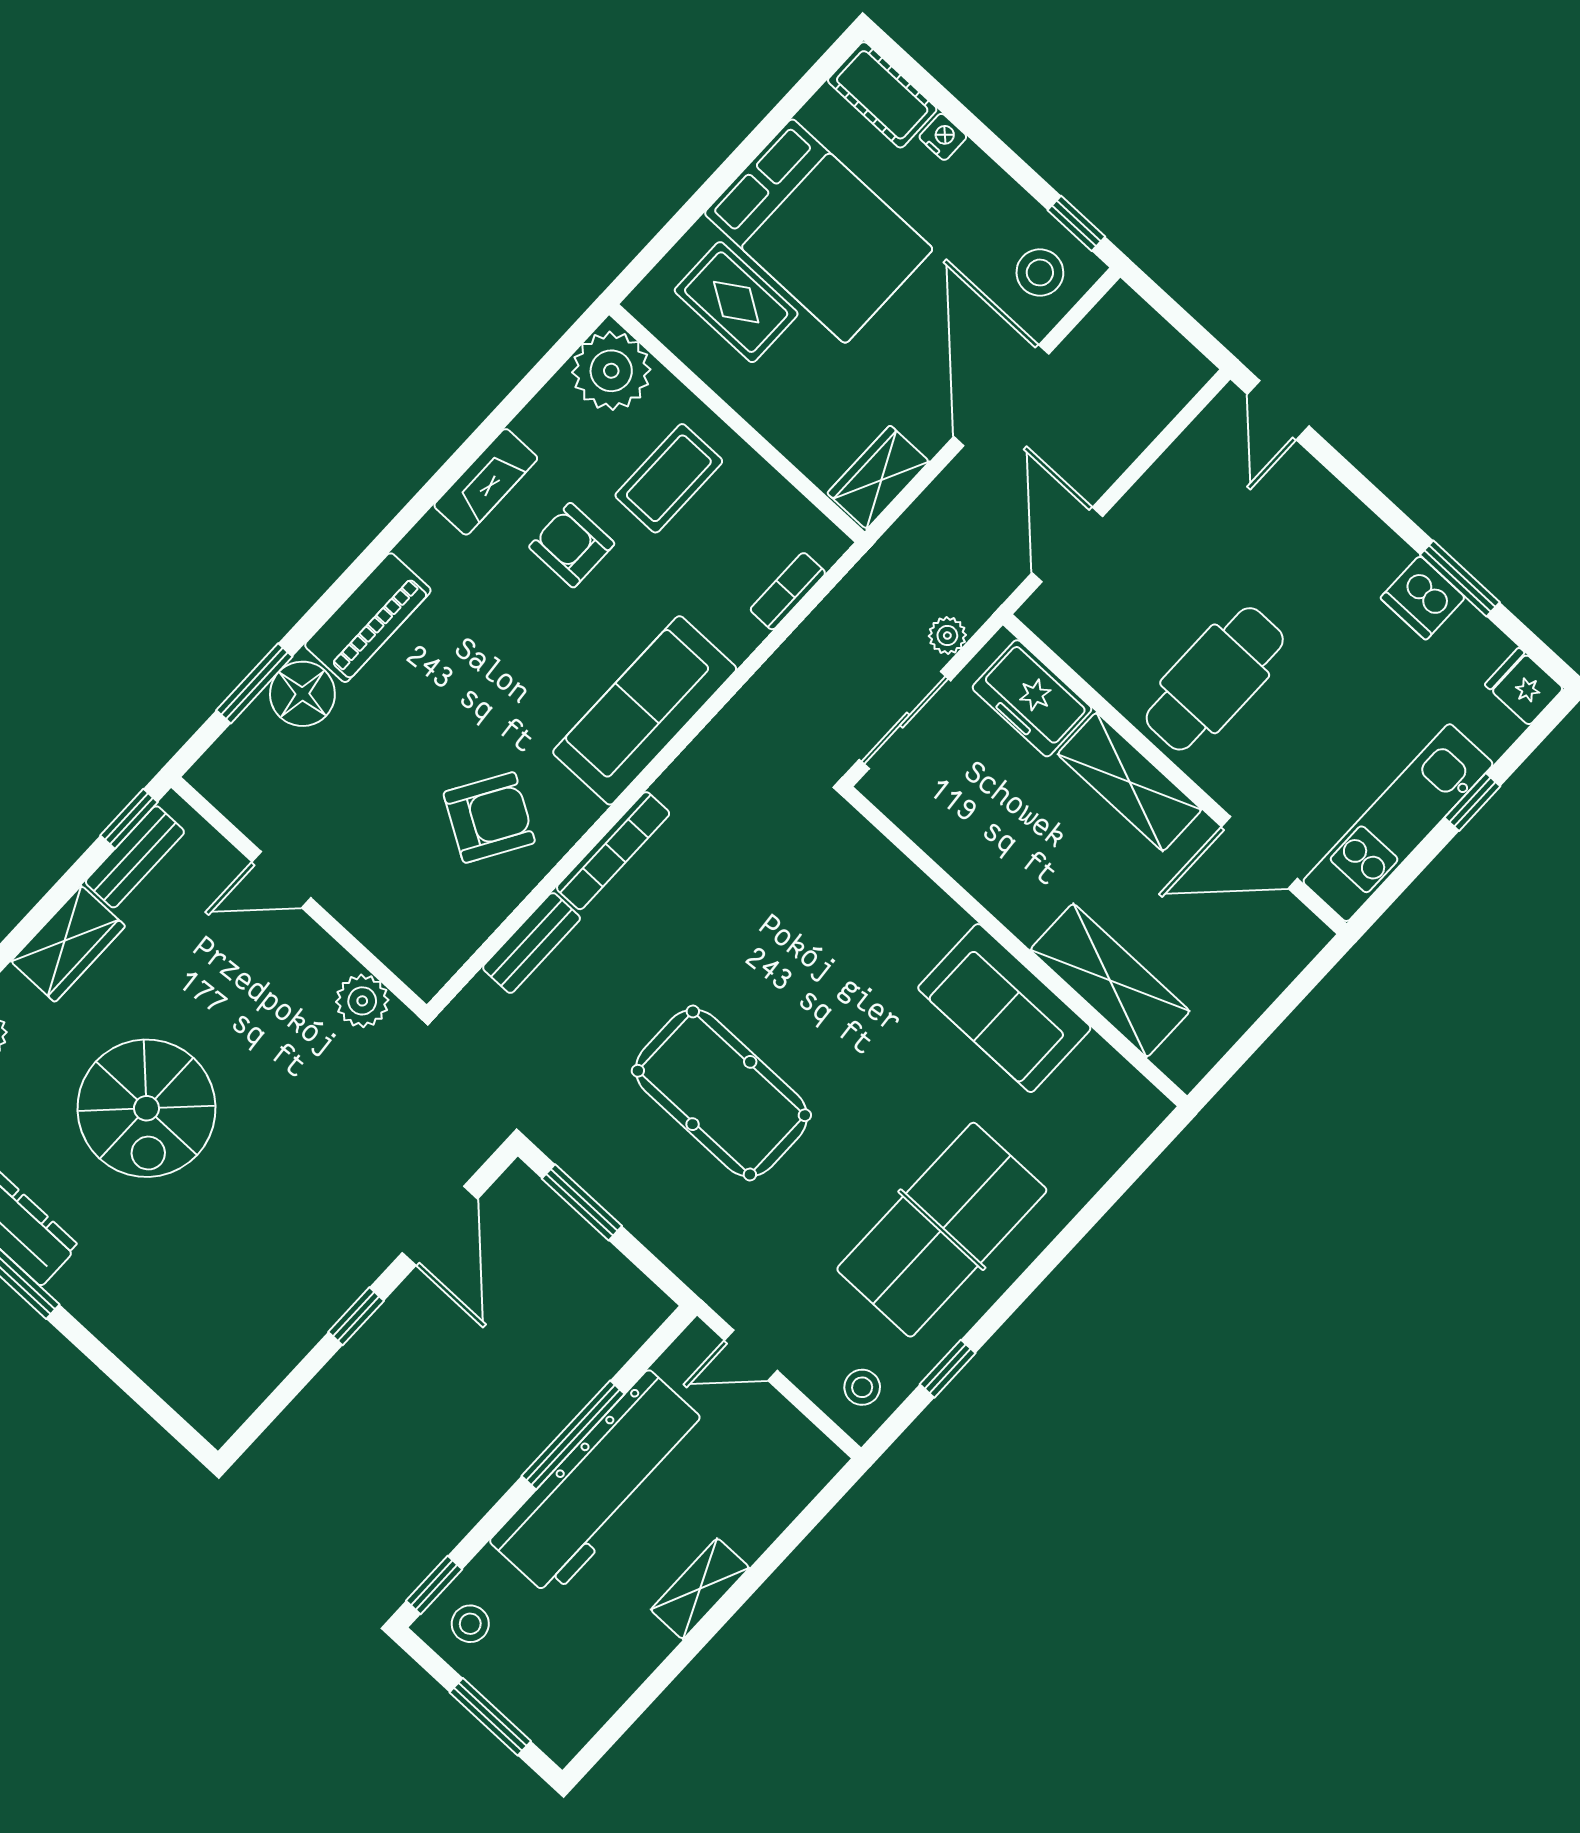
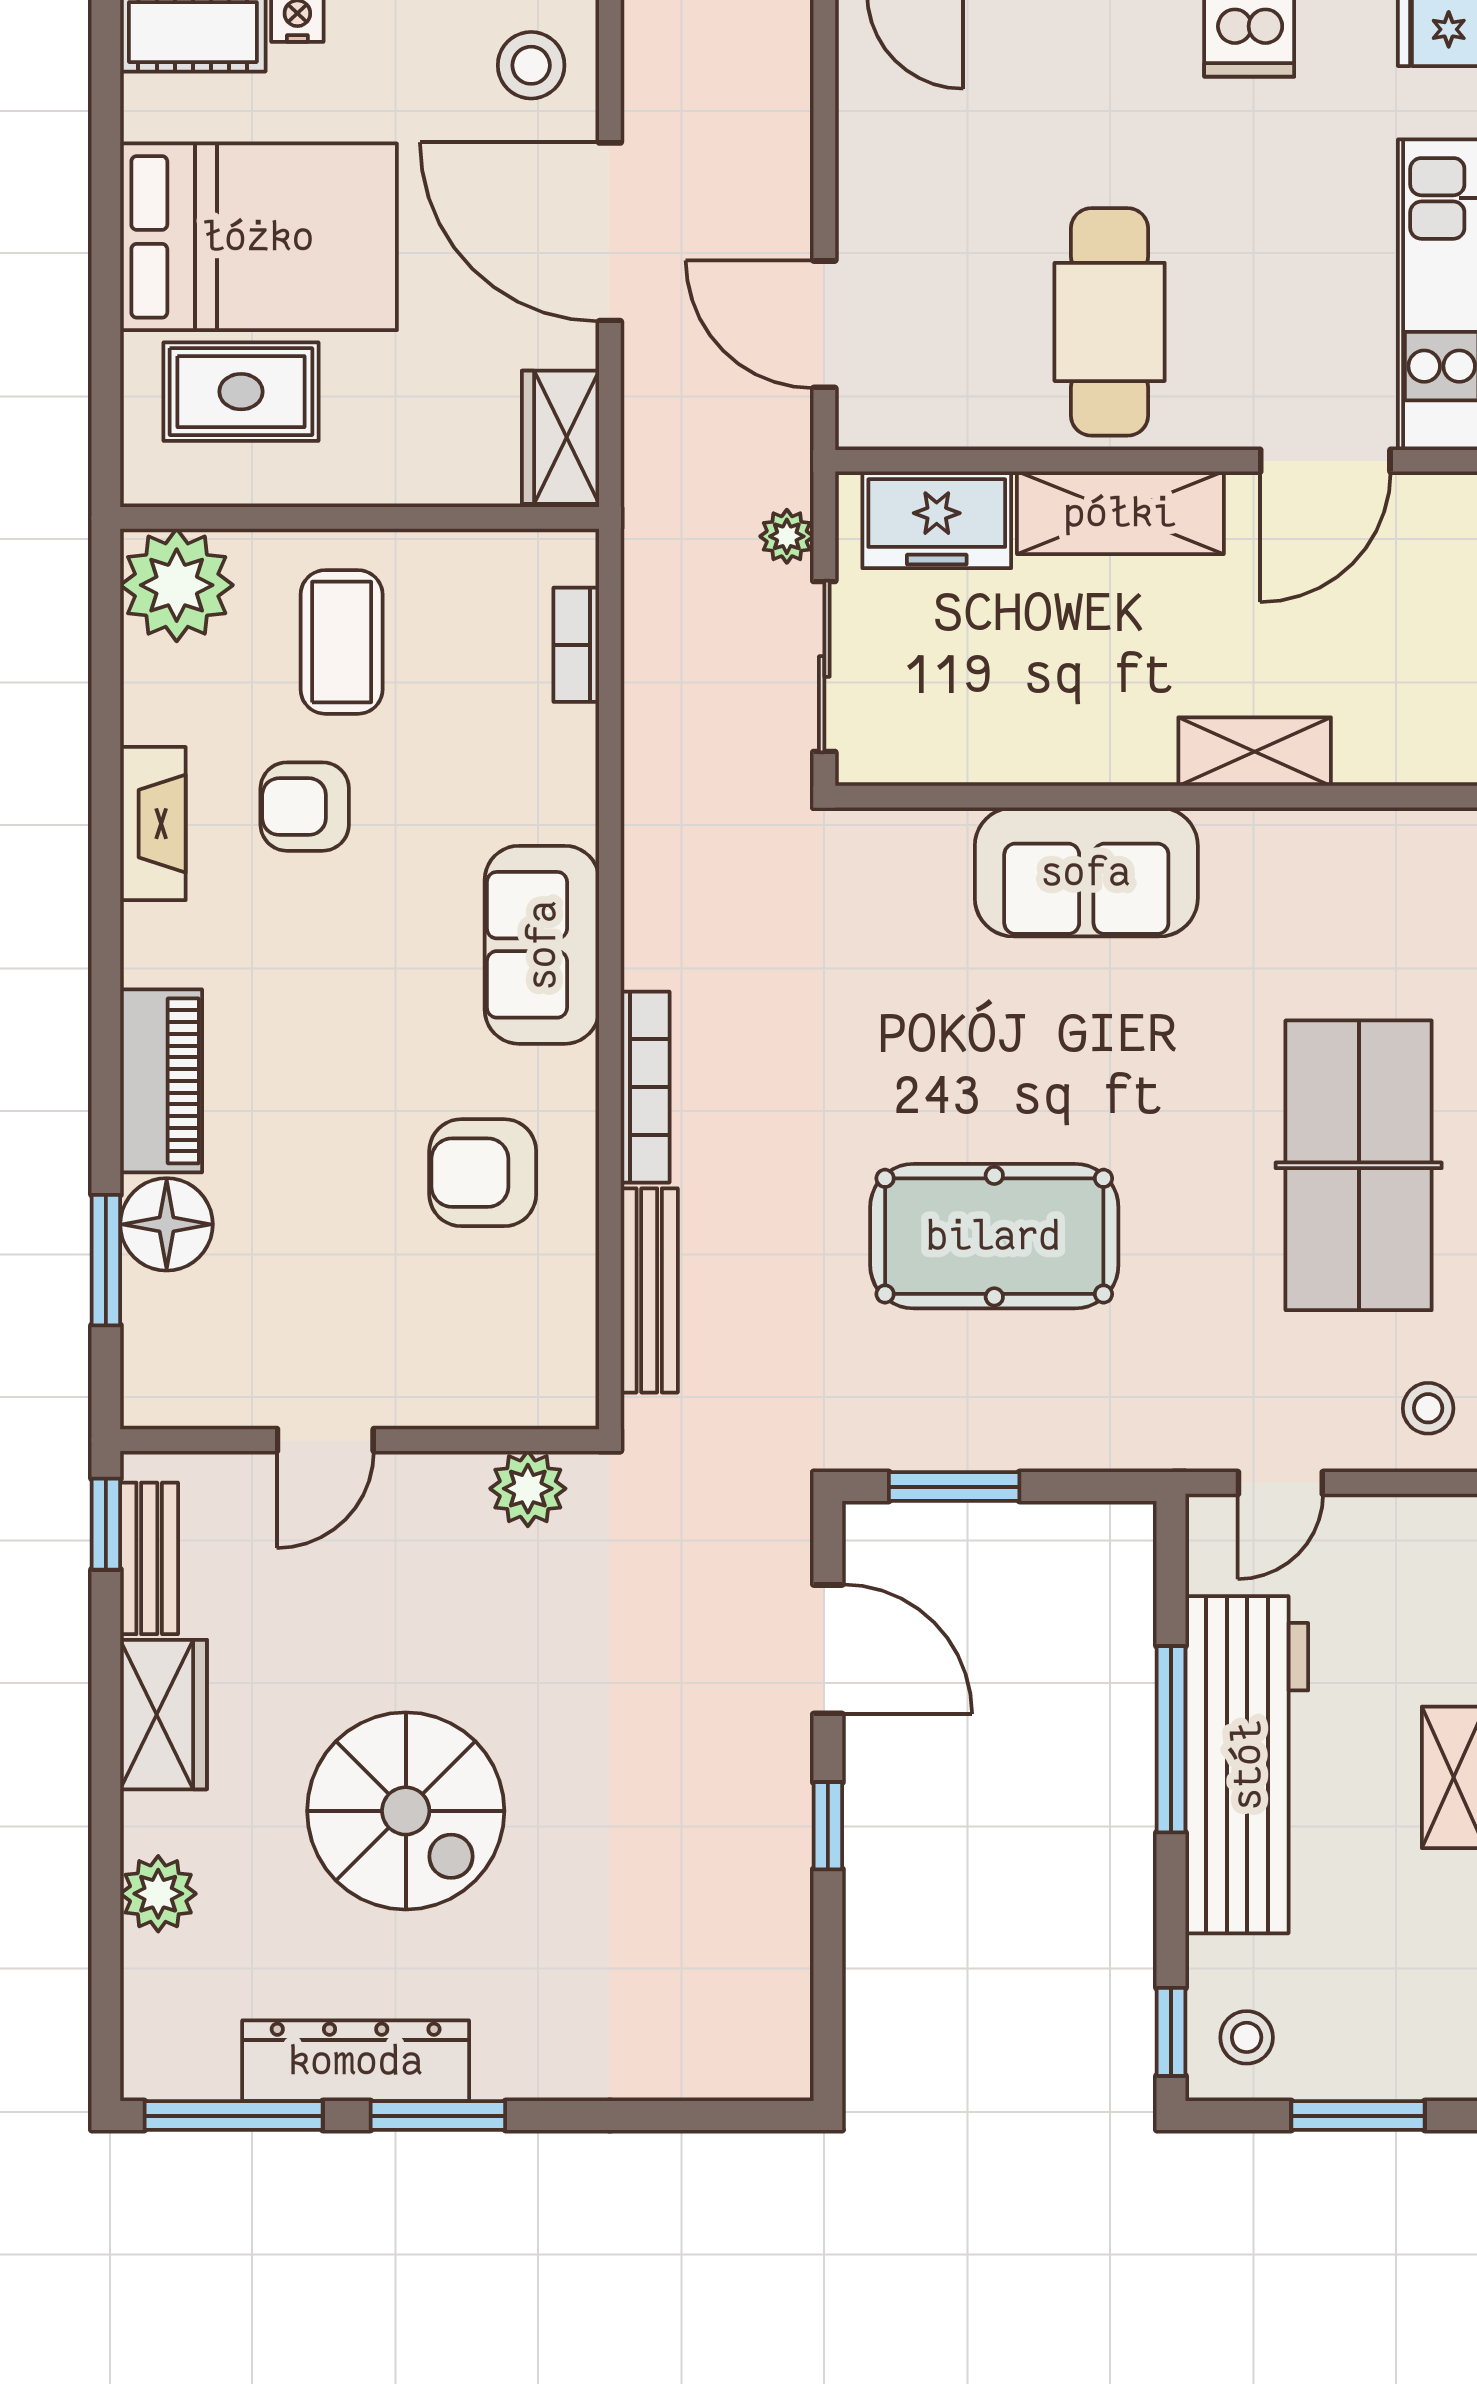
sofa: (645, 710) -> (542, 945), width x0.73
armchair: (489, 817) -> (483, 1173), turned -121
bench: (532, 943) -> (649, 1290), width x1.36
shelving: (1110, 980) -> (1255, 752), width x0.67, depth x0.75
sofa: (1004, 1008) -> (1086, 872), moved

